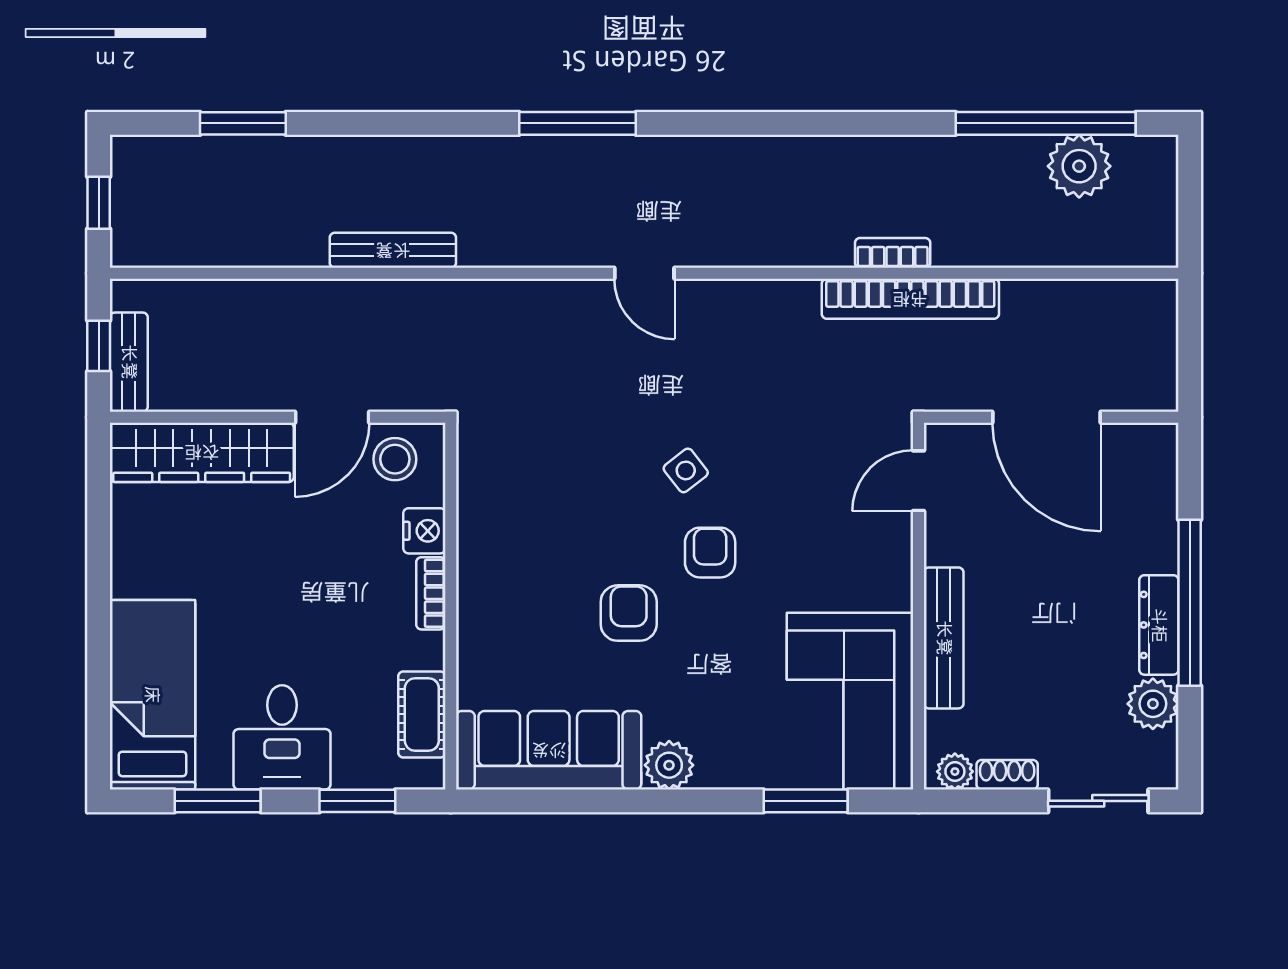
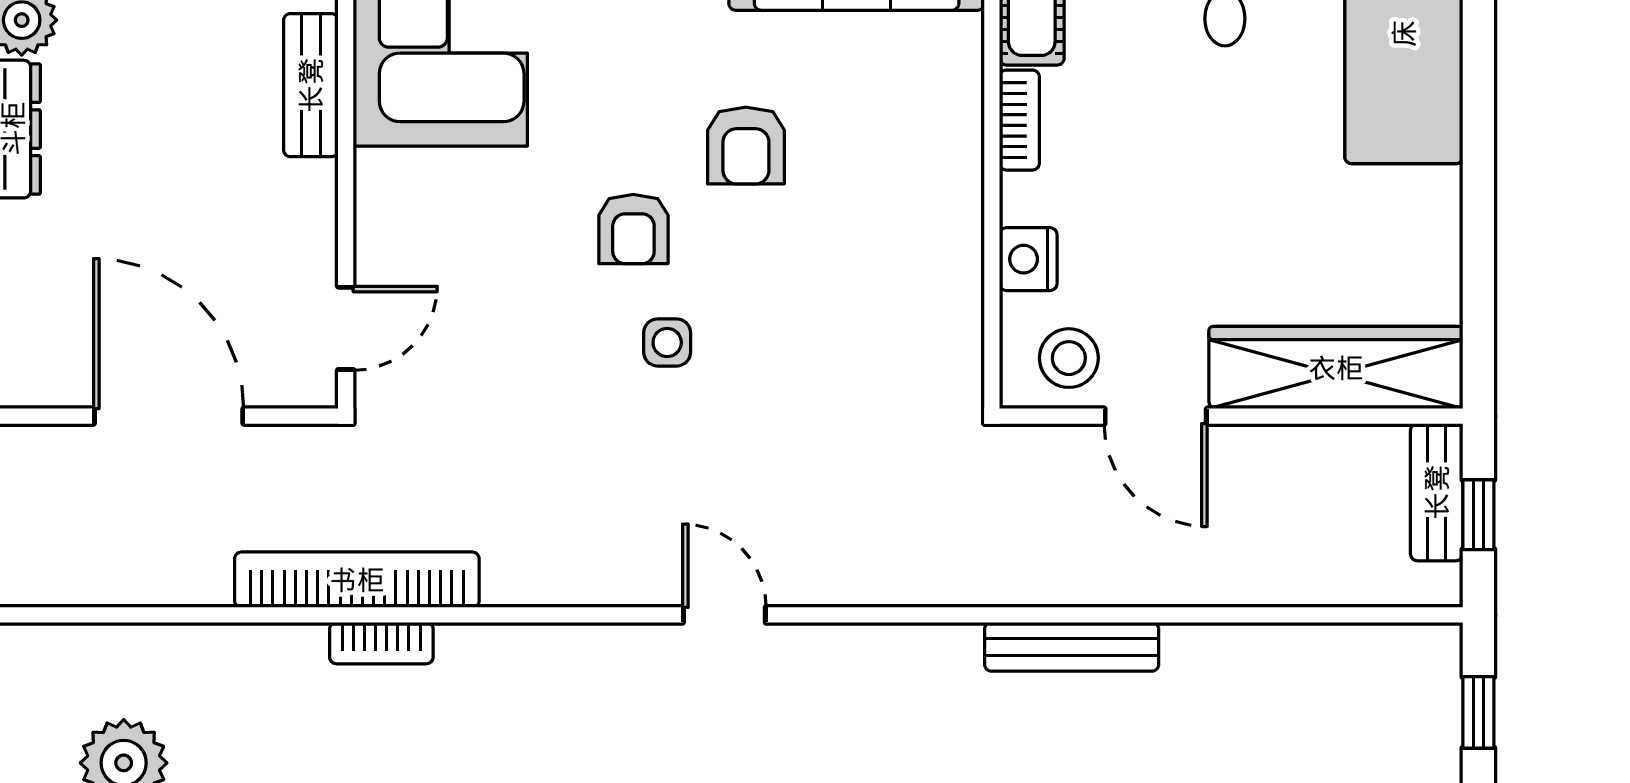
door: (332, 417) -> (1156, 416), swing flipped
side table: (686, 470) -> (667, 342), turned 38
bookcase: (431, 593) -> (1019, 120), moved
bench: (944, 638) -> (311, 85), width x0.73

